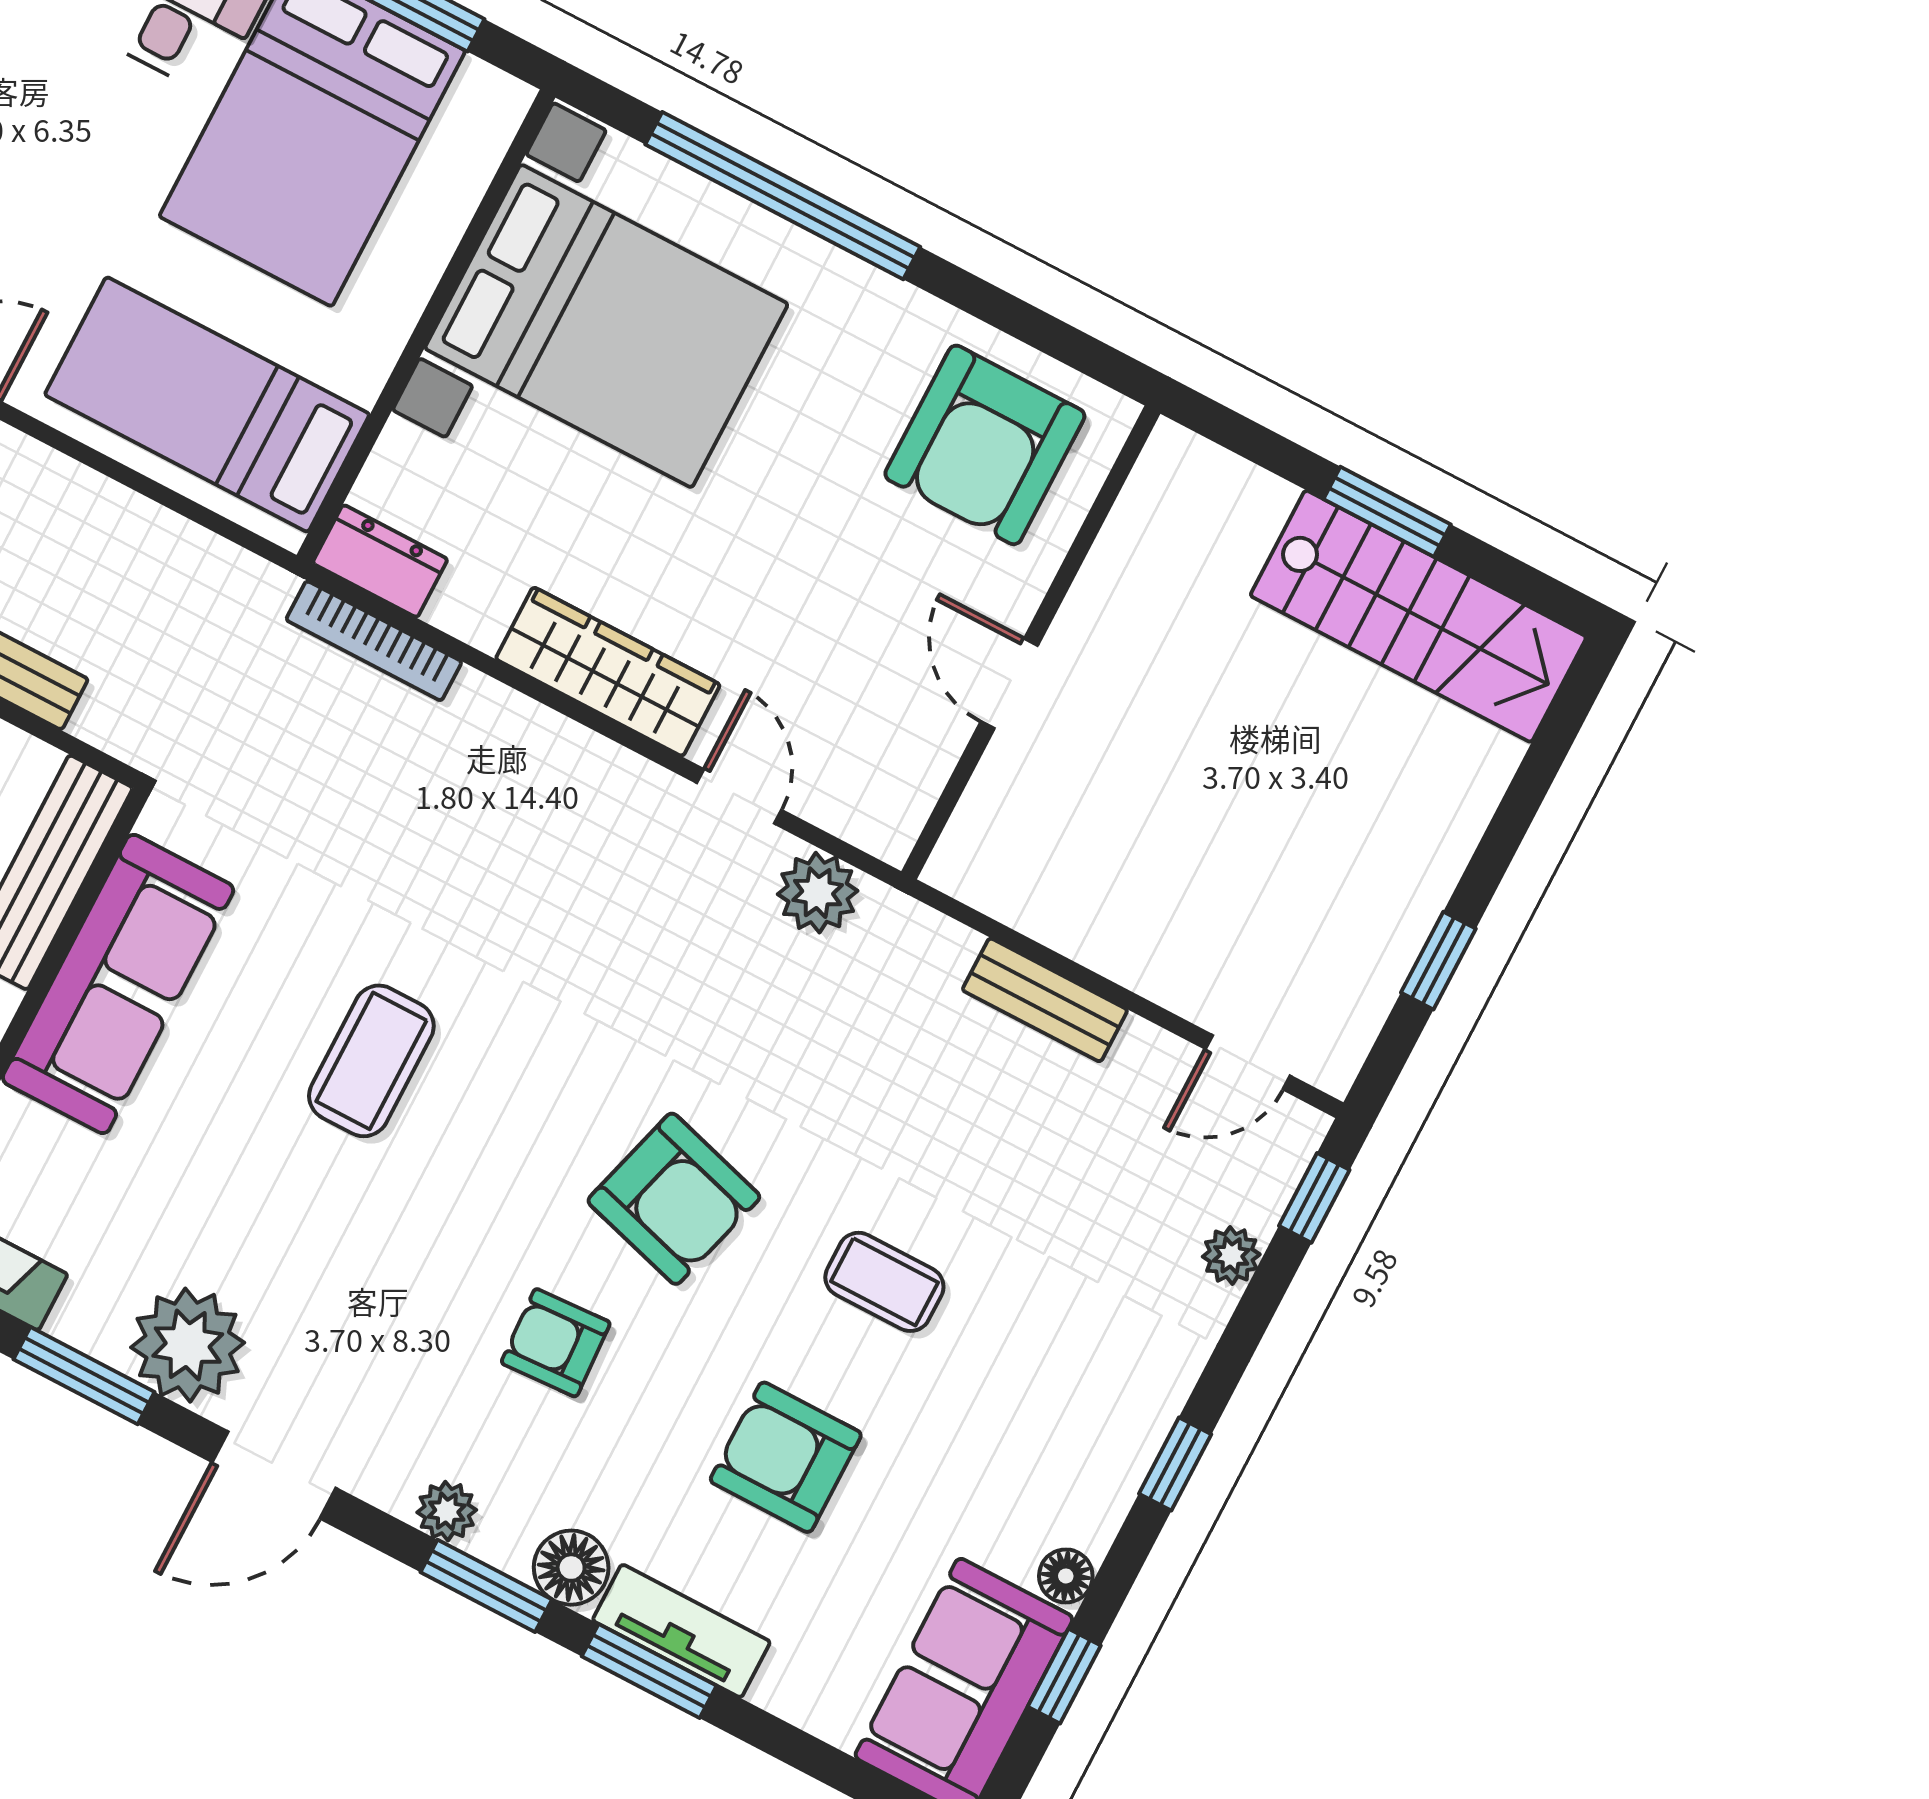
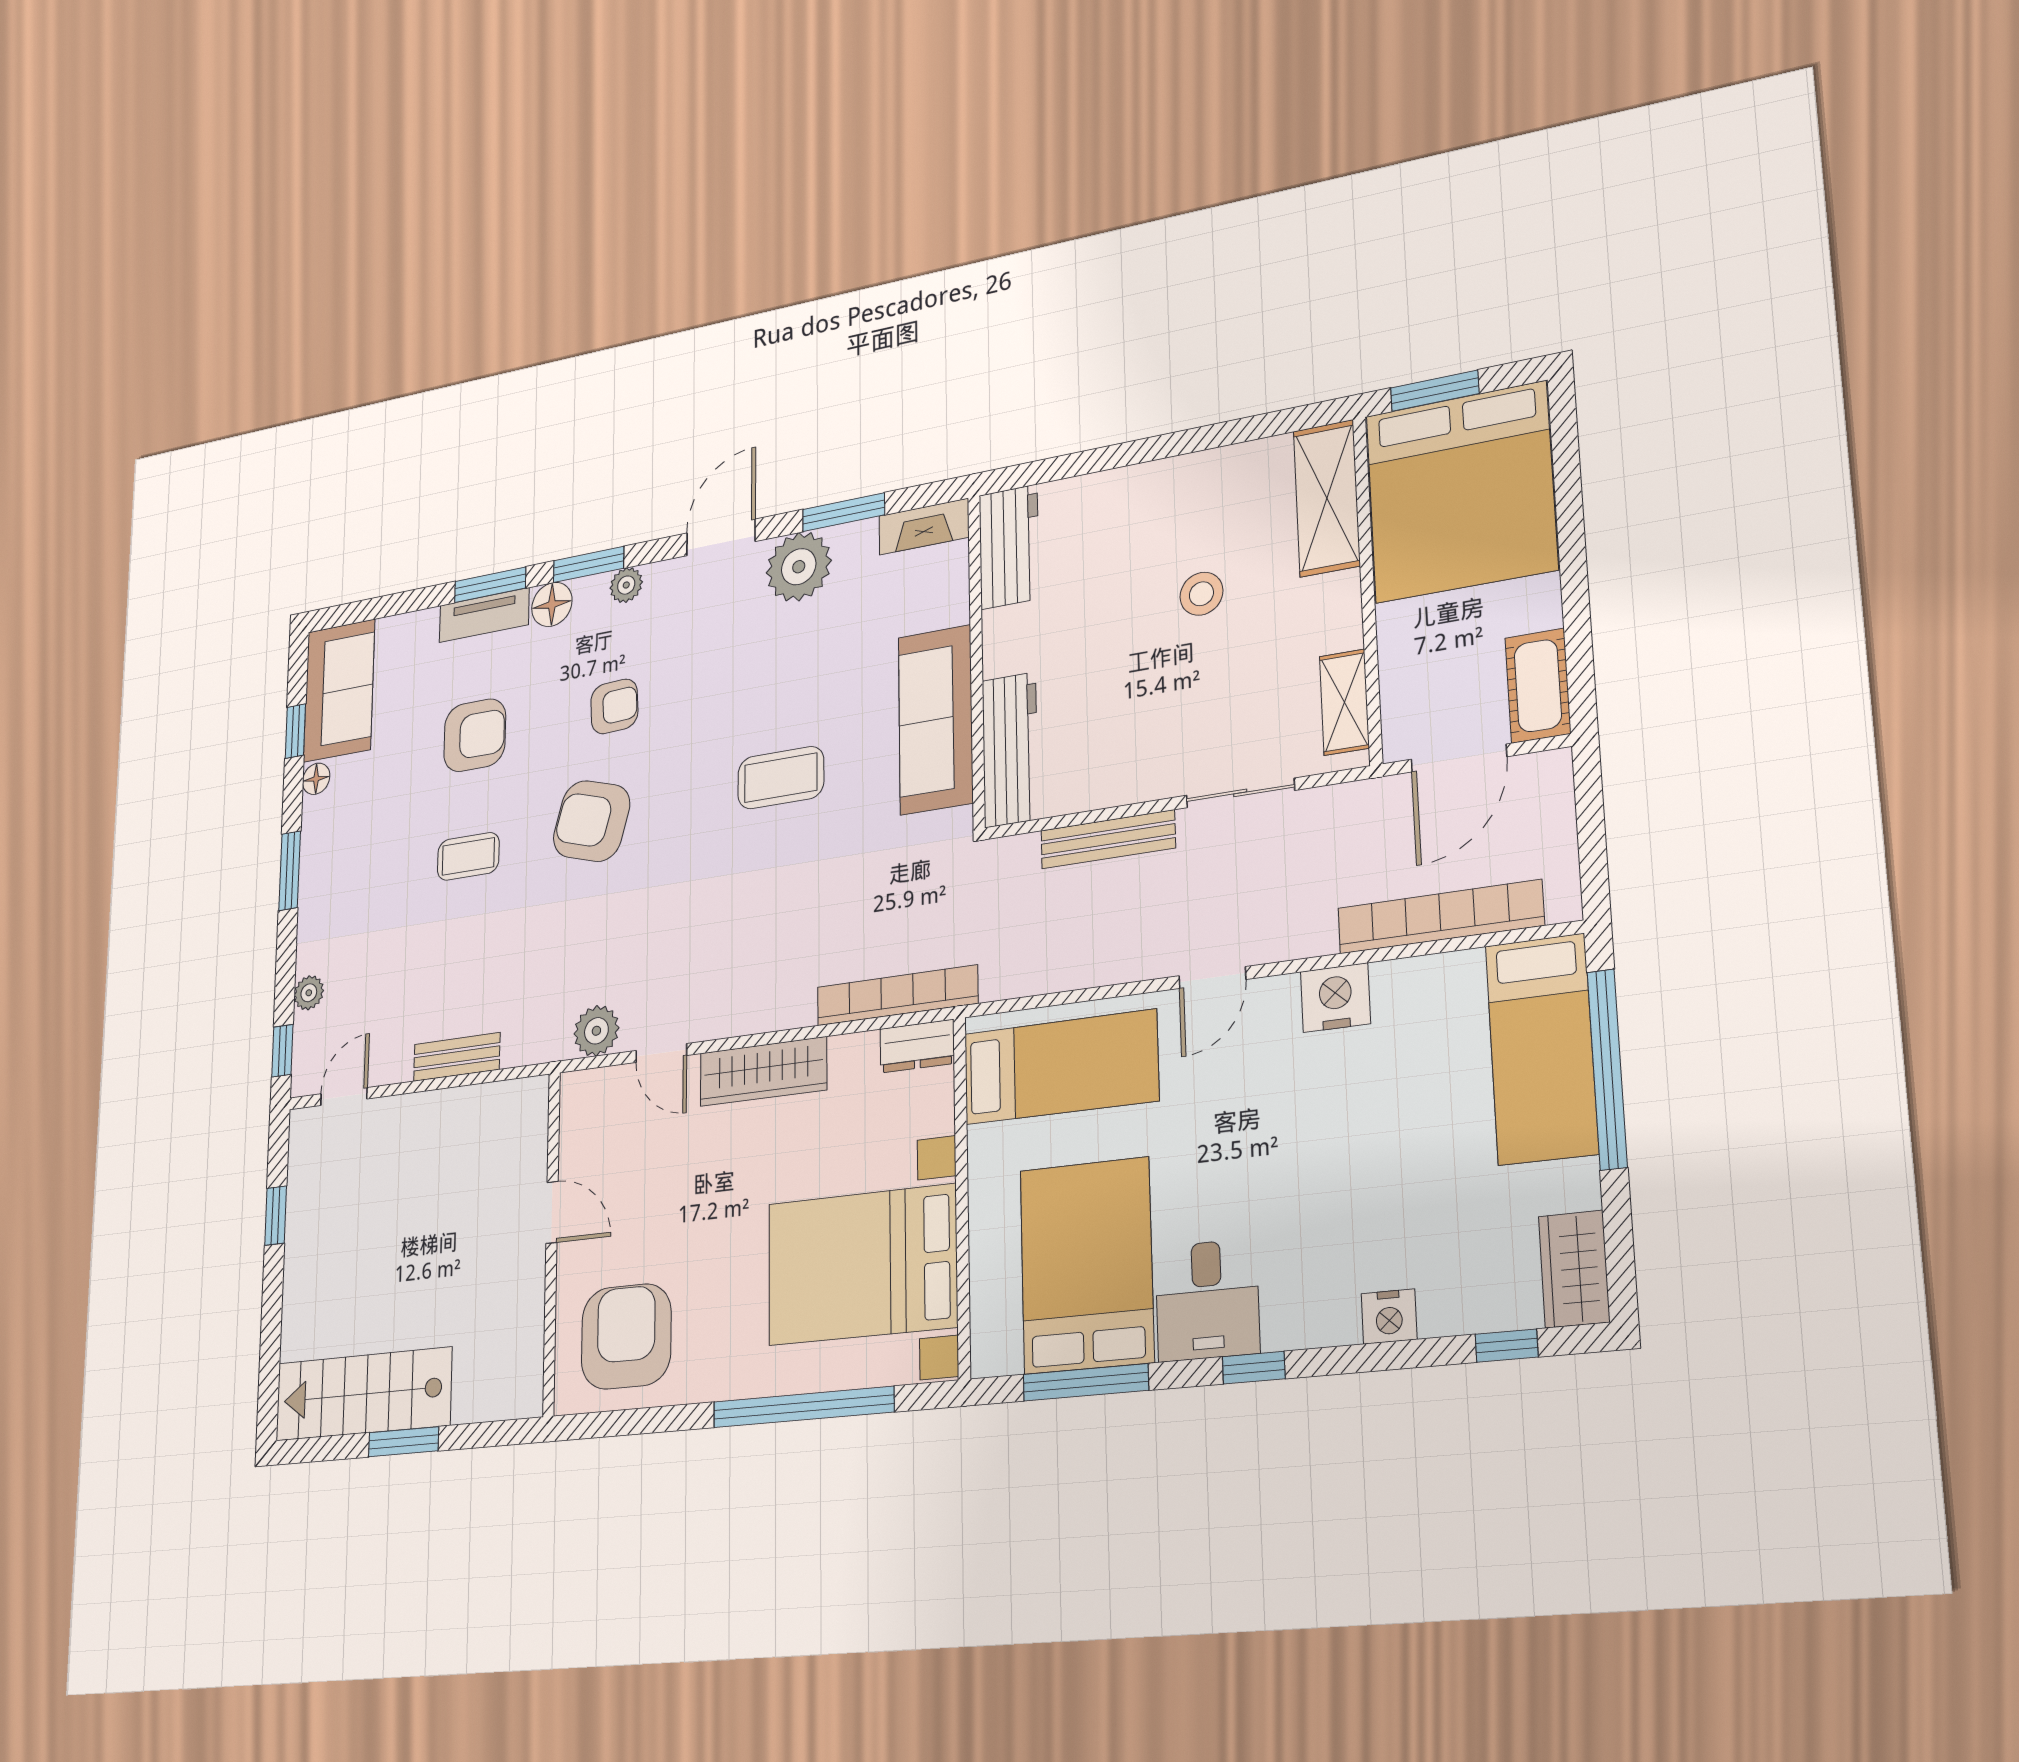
bookcase: (374, 641) -> (897, 995), width x1.48, depth x1.31
coffee table: (371, 1061) -> (781, 778), turned 90
window: (1175, 1464) -> (290, 871), width x1.50

